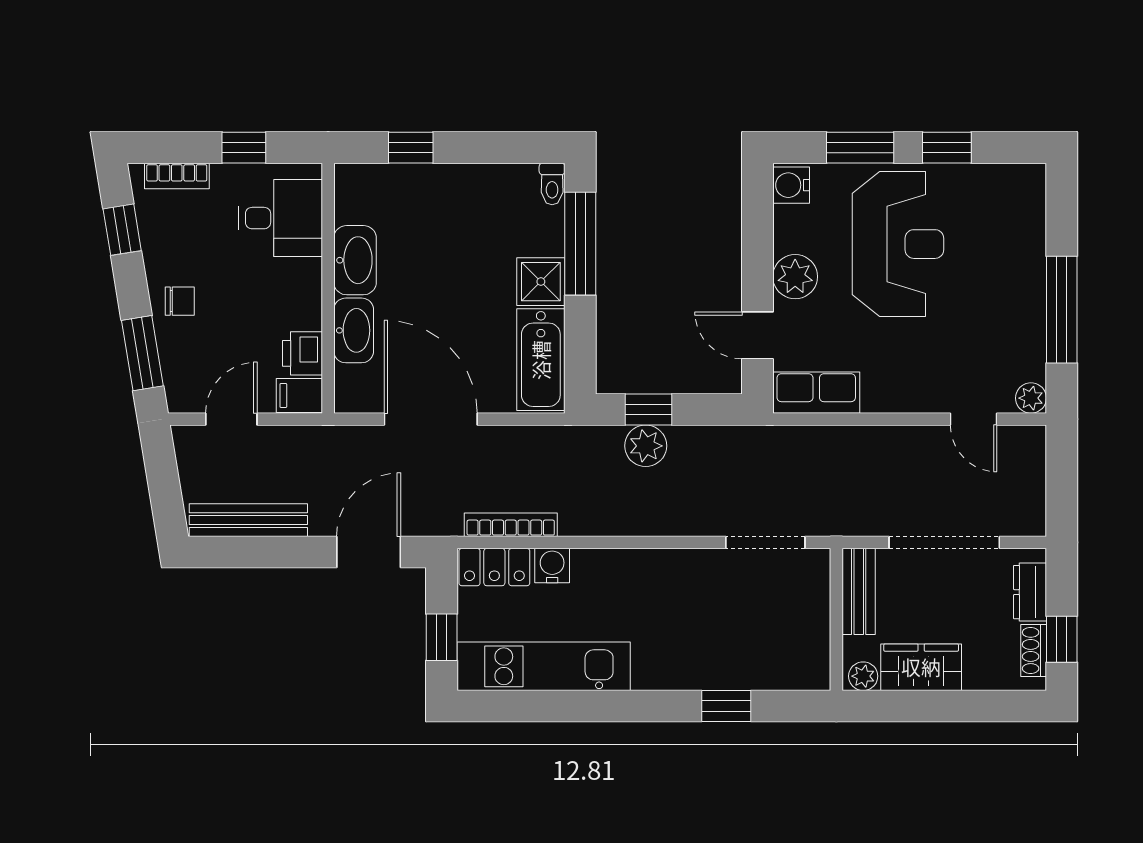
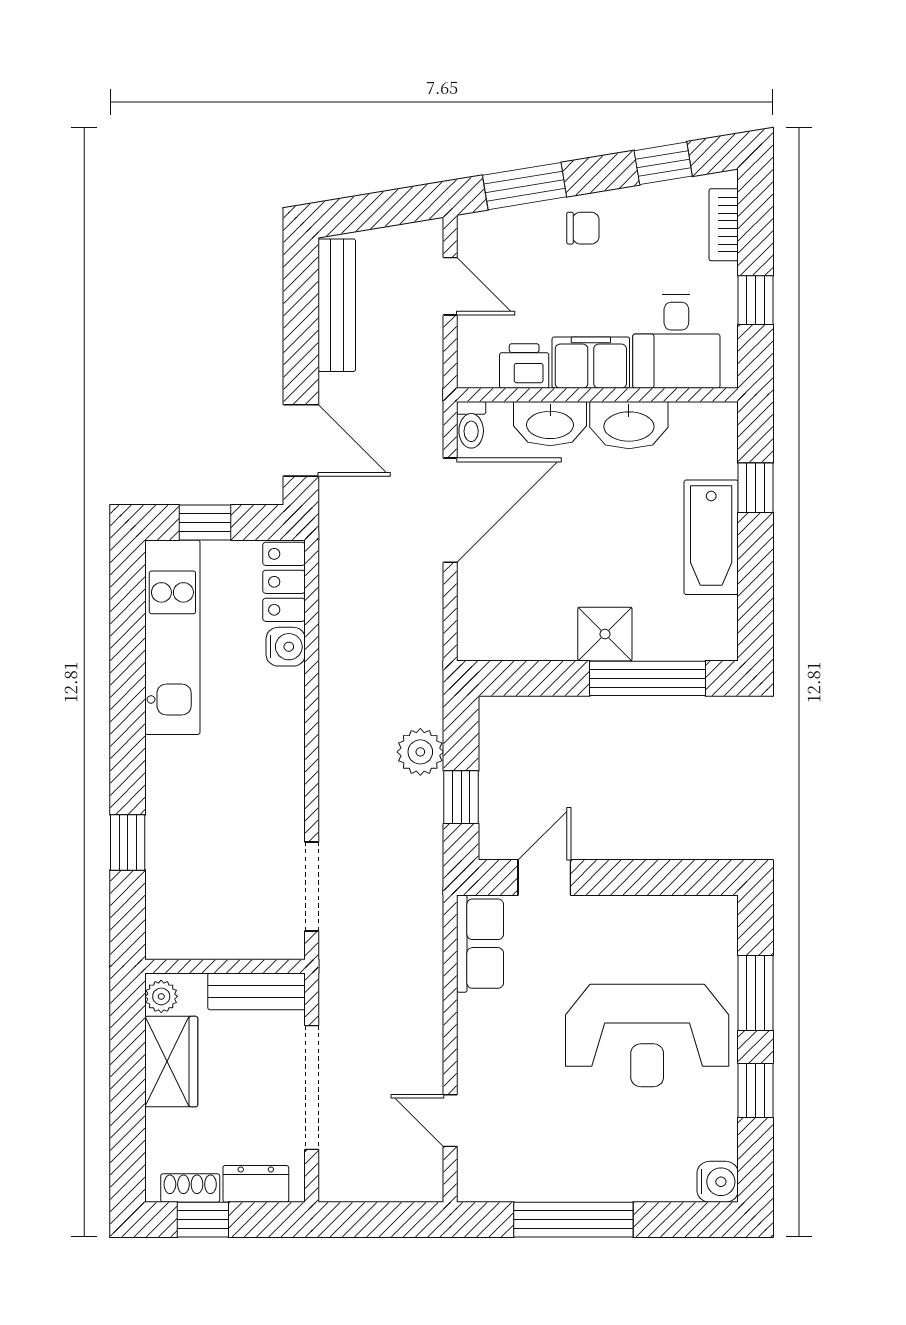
toilet: (552, 184) -> (471, 425), moved, turned -90
water cooler: (791, 185) -> (718, 1182), moved, turned 90
plant: (795, 277) -> (610, 920), removed
chair: (180, 301) -> (583, 228), turned -90
bathtub: (541, 360) -> (711, 537), moved, turned -90
filing cabinet: (299, 395) -> (591, 363), moved, width x2.00
plant: (1031, 398) -> (474, 1185), removed
window: (649, 410) -> (461, 797), moved
door: (974, 419) -> (450, 1121), hinge flipped
bookcase: (511, 525) -> (332, 600), removed

